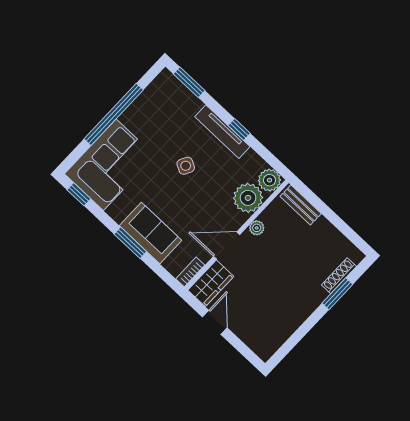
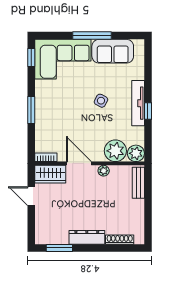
window: (189, 82) -> (148, 60), removed
window: (114, 114) -> (92, 36), width x0.68
sofa: (151, 233) -> (113, 51), moved, turned 90
window: (337, 294) -> (59, 248), moved
dresser: (306, 306) -> (87, 237), added
door: (215, 322) -> (31, 196), swing flipped

